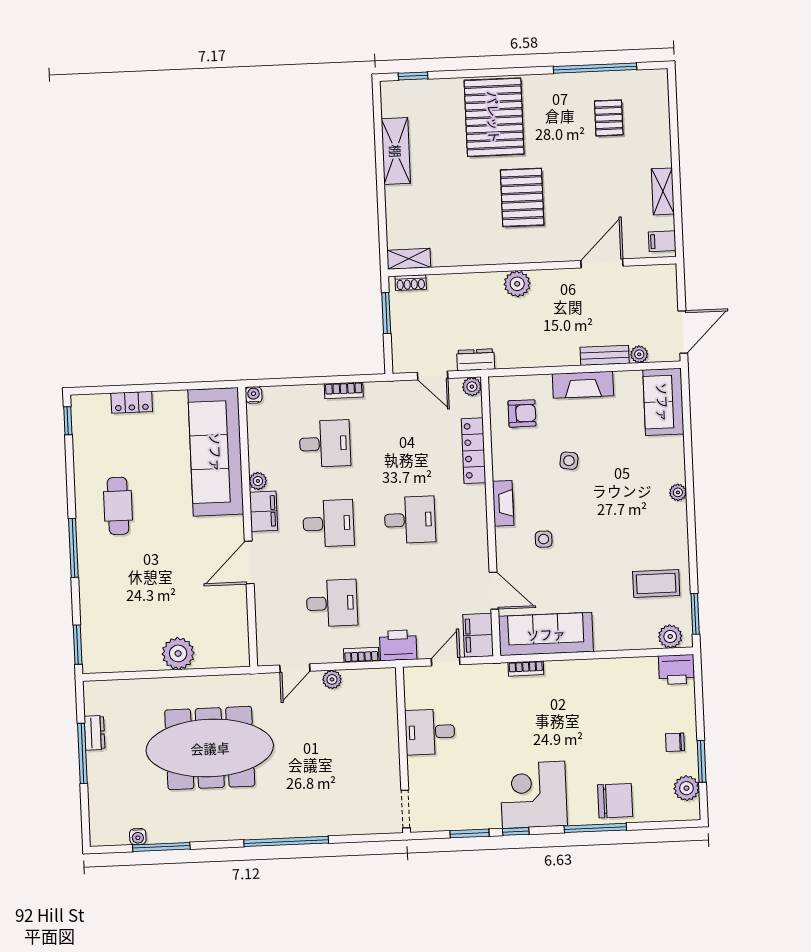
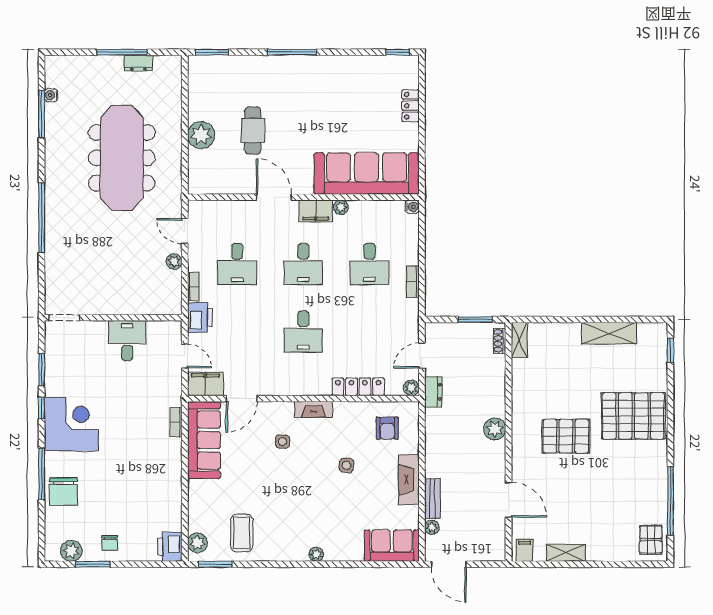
pallet: (609, 118) -> (651, 540), moved, turned 90
cafe table: (118, 506) -> (253, 131), moved, turned 90
chair: (675, 742) -> (110, 543), turned 180

